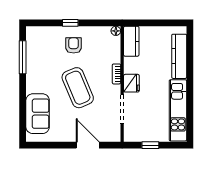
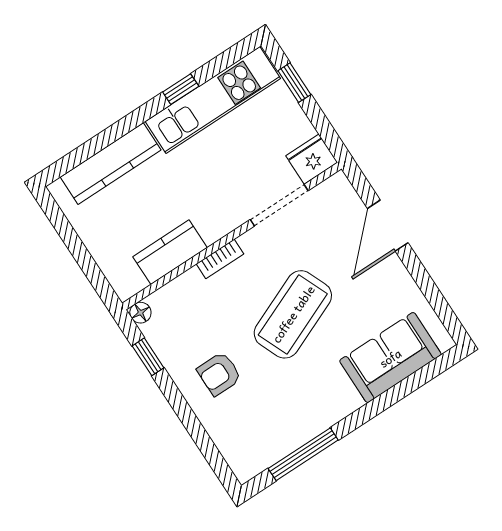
window: (70, 23) -> (148, 357), moved
kitchen counter: (131, 41) -> (170, 252), moved
fridge: (131, 83) -> (312, 159), moved
window: (190, 101) -> (181, 89), added
window: (150, 145) -> (294, 83), moved

